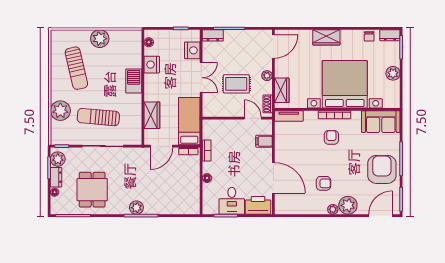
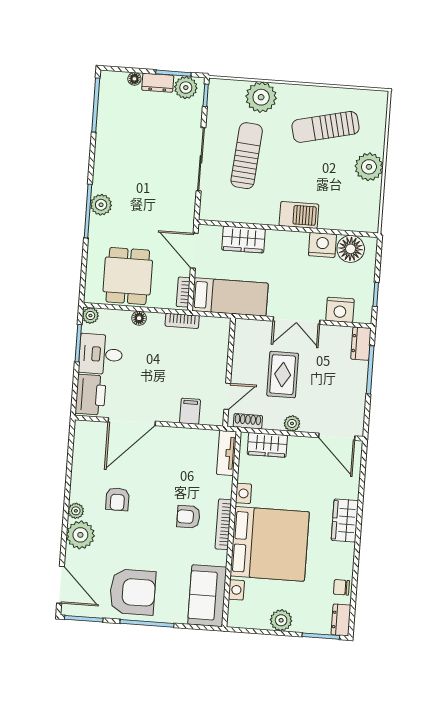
floor lamp: (149, 42) -> (351, 249), width x1.89, depth x1.89
armchair: (331, 137) -> (188, 517), turned 180
dining table: (92, 190) -> (128, 276), moved, turned 90
plant: (208, 209) -> (90, 316), added

